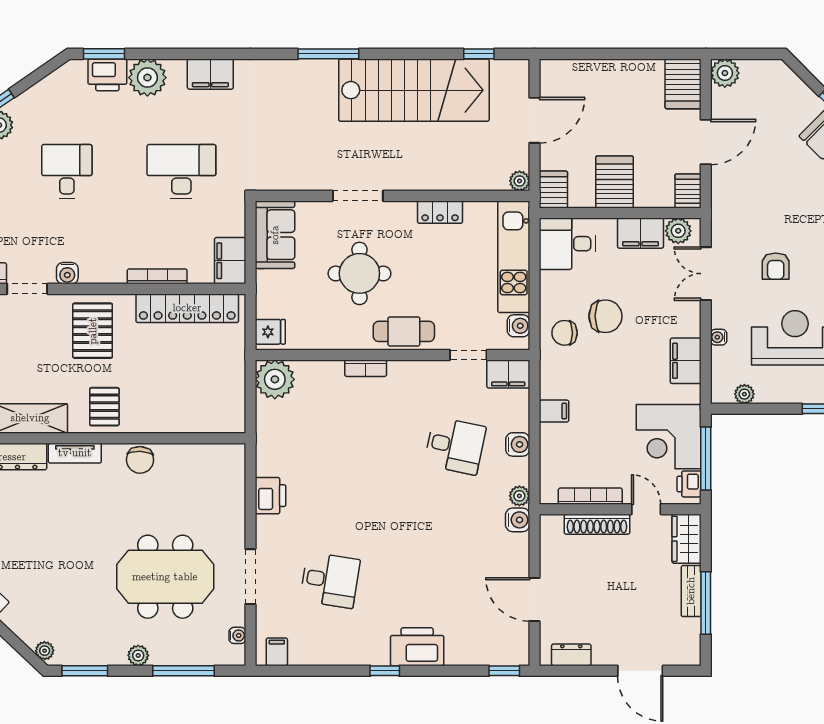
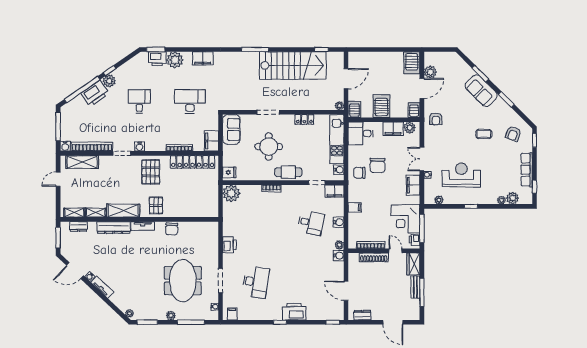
plant: (725, 73) -> (430, 72), moved
armchair: (776, 266) -> (436, 119), moved
double door: (706, 274) -> (422, 159), moved
chair: (605, 316) -> (377, 165), turned 90
meeting table: (165, 577) -> (183, 281), turned 90
desk: (330, 580) -> (256, 282), width x1.37

